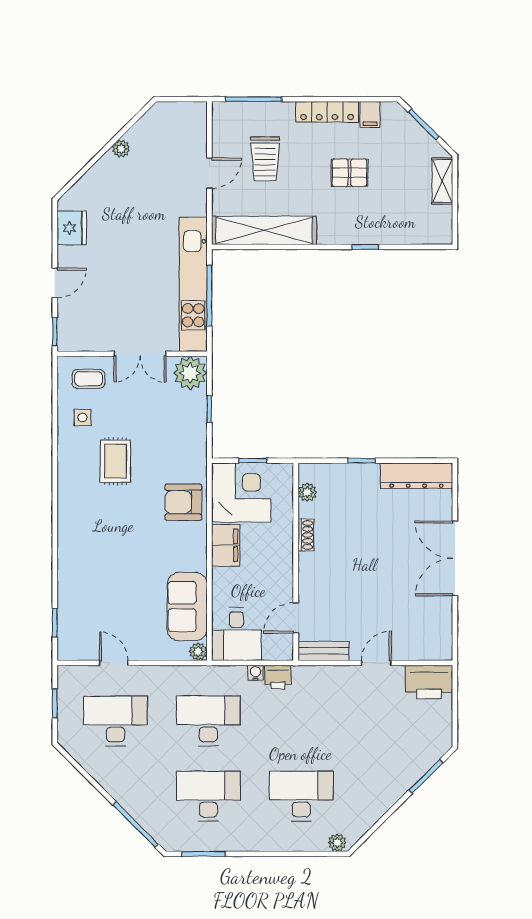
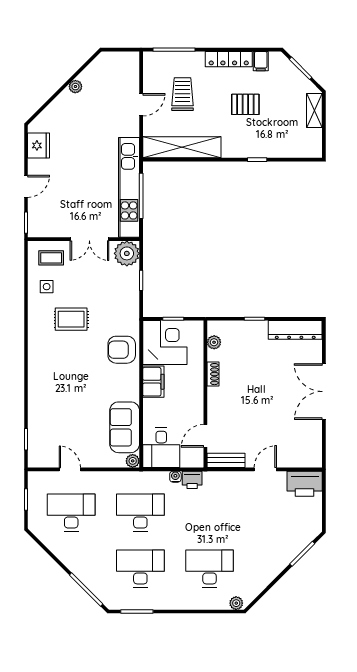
trolley: (265, 159) -> (183, 94), turned 180
rug: (115, 461) -> (71, 319), turned 90

